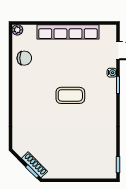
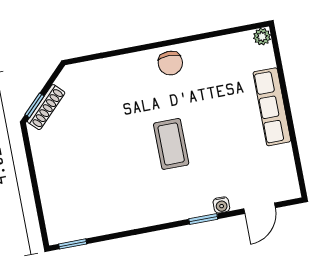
row of seats: (68, 32) -> (272, 107), width x0.73
chair: (24, 58) -> (170, 63), moved

